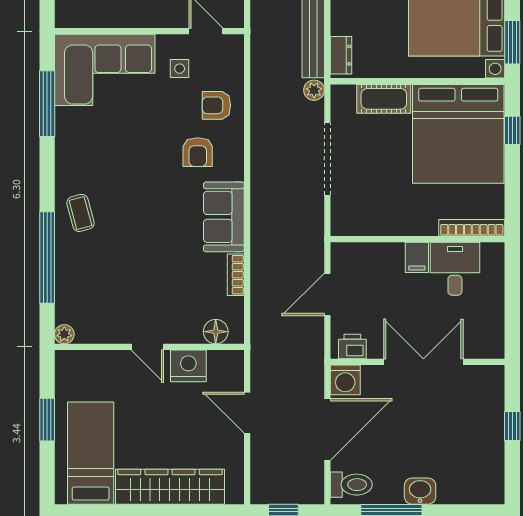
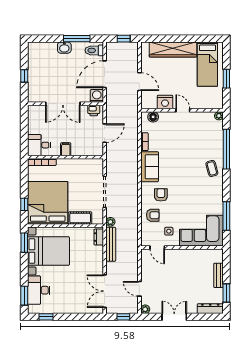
desk: (455, 269) -> (39, 145), moved, turned 90

